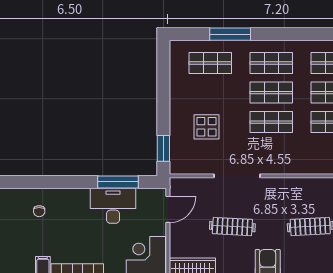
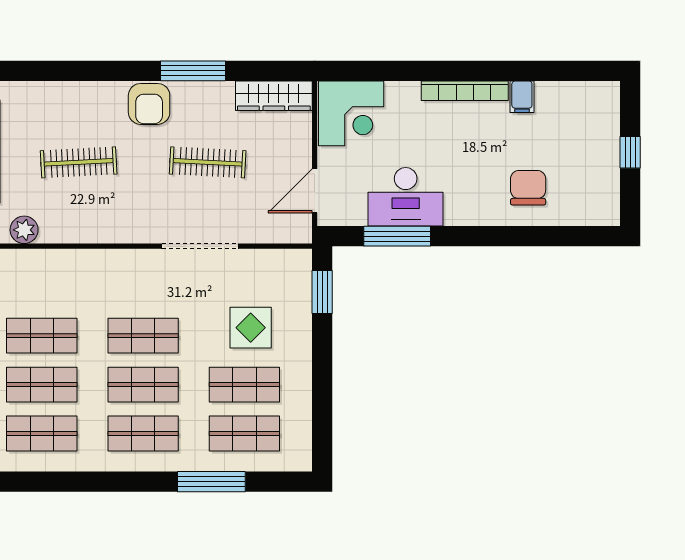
shop shelf: (210, 93) -> (244, 385), added
chair: (39, 211) -> (528, 188), width x1.87, depth x1.87

